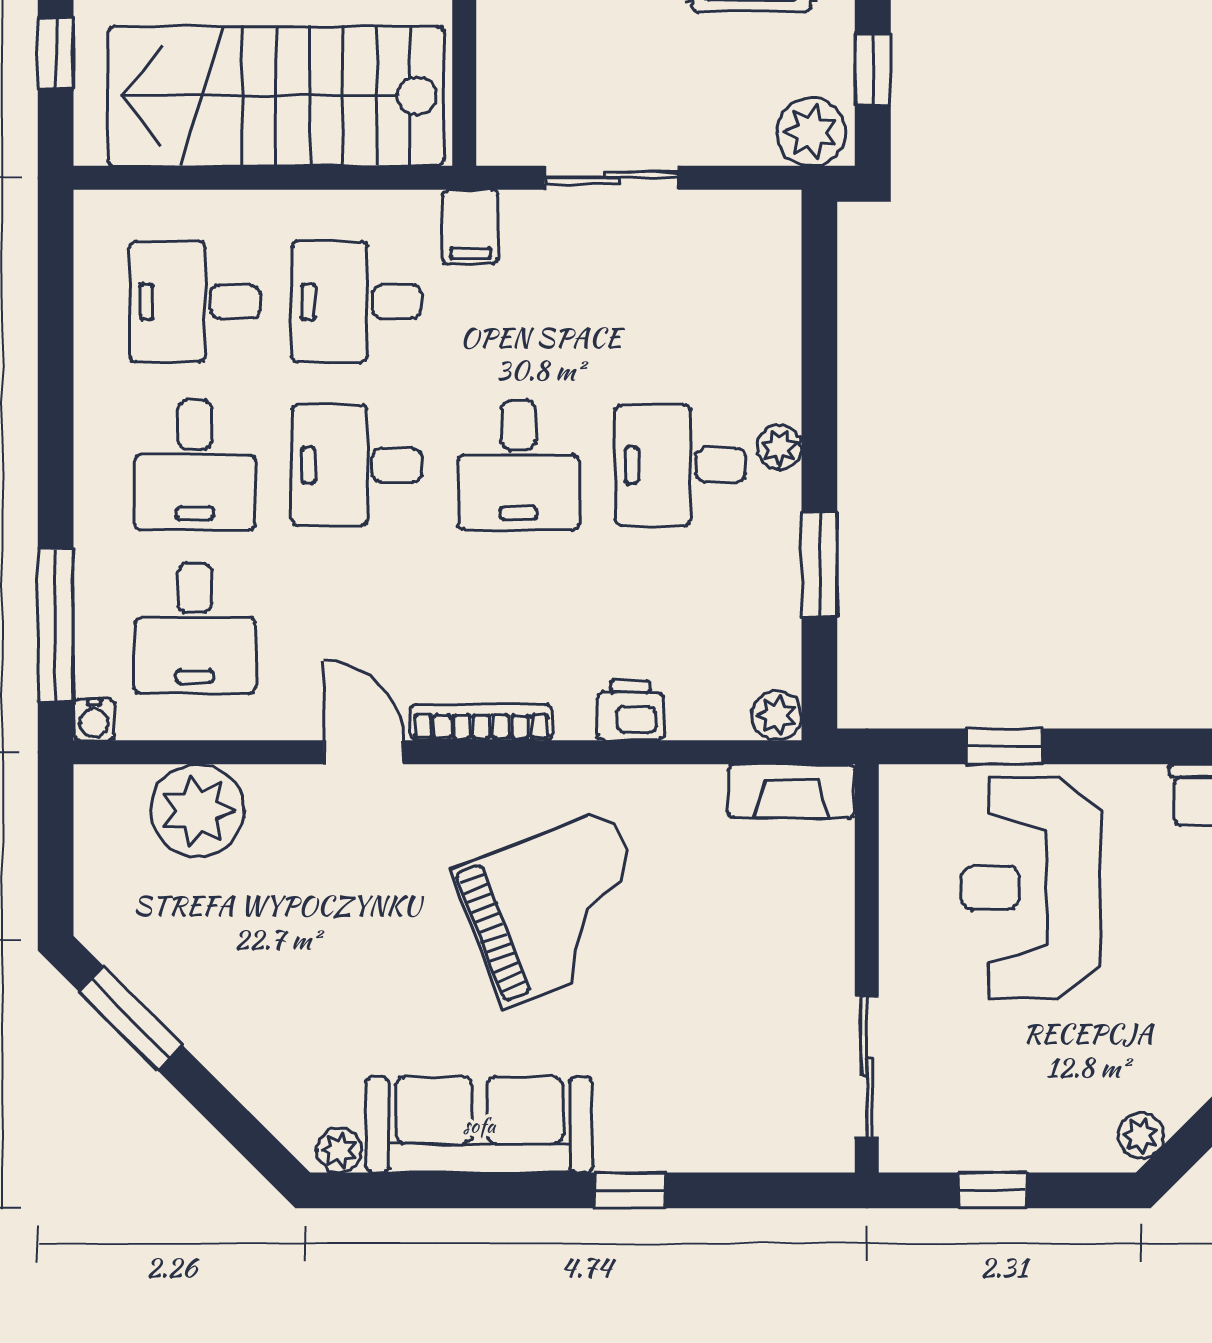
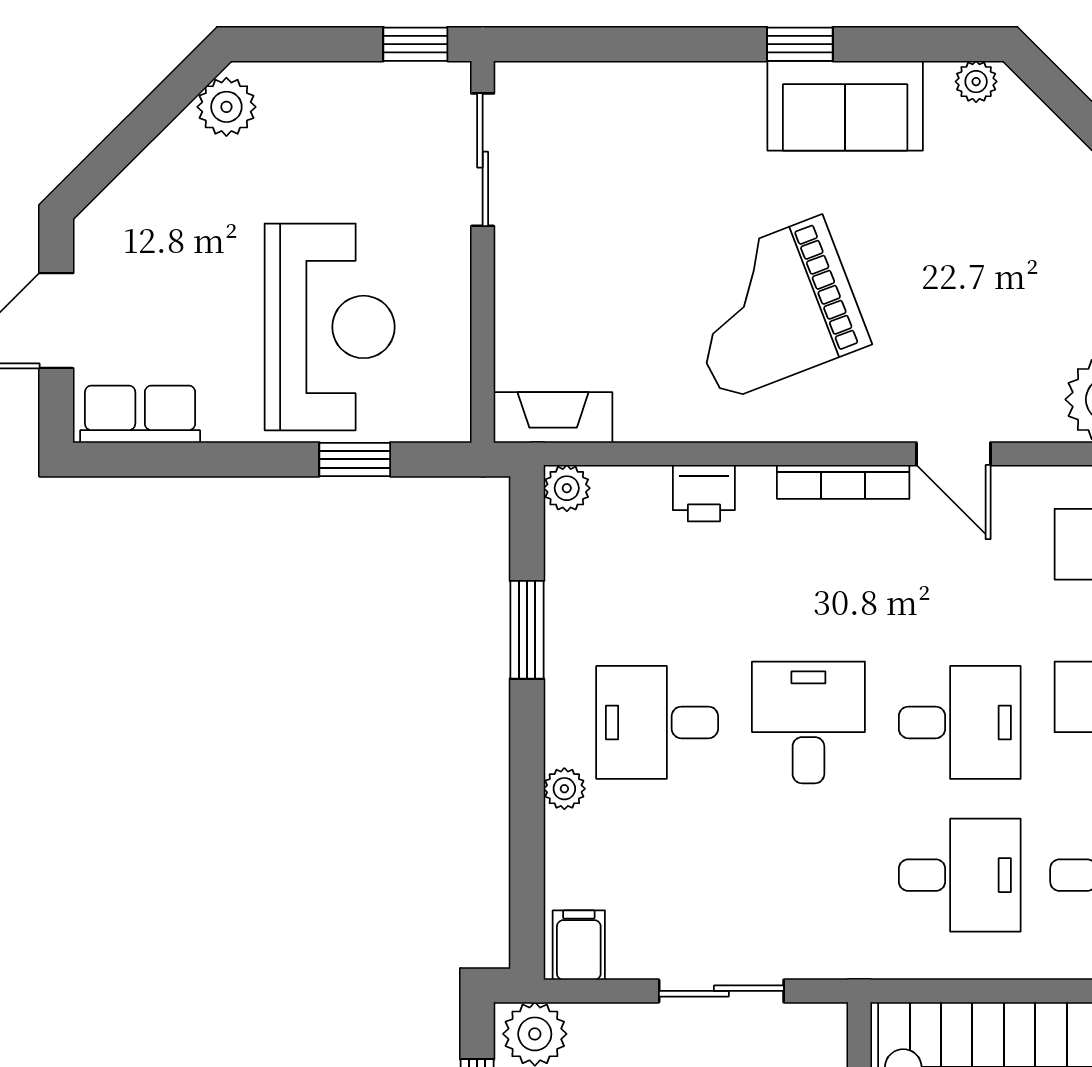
filing cabinet: (471, 227) -> (579, 945), moved
plant: (779, 447) -> (564, 789), moved
desk: (680, 465) -> (657, 722), turned 180
sofa: (479, 1125) -> (845, 106), width x0.73
plant: (1141, 1135) -> (226, 107), width x1.38, depth x1.38
window: (630, 1190) -> (800, 44), moved
window: (993, 1190) -> (415, 44), moved

